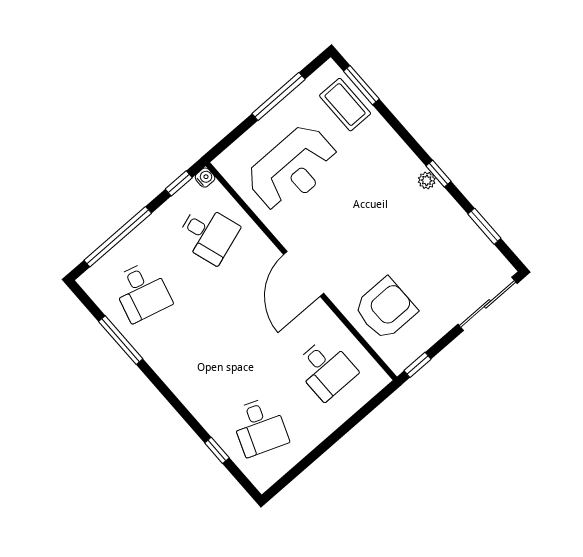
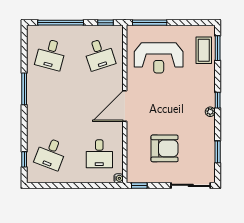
window: (278, 96) -> (150, 23), moved
window: (439, 174) -> (218, 100), moved
water cooler: (205, 178) -> (119, 178), moved
armchair: (385, 309) -> (165, 148), moved
window: (121, 340) -> (24, 89), moved
window: (217, 450) -> (24, 159), moved

